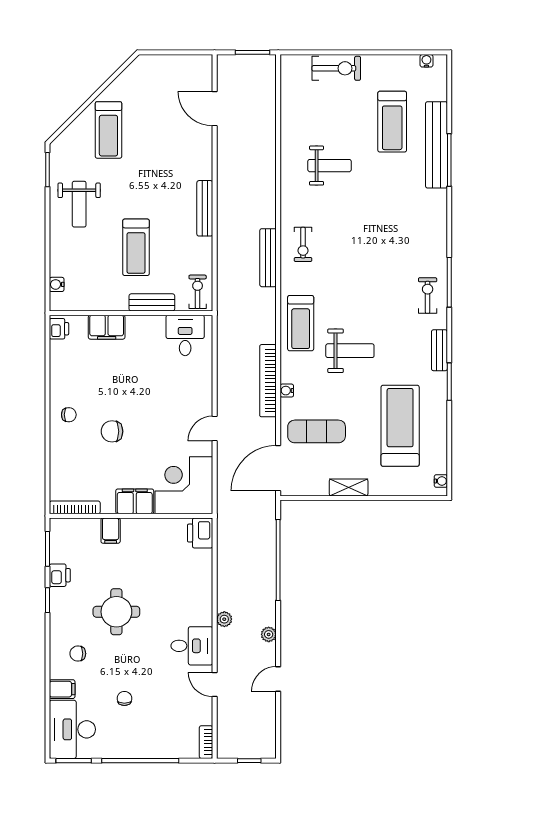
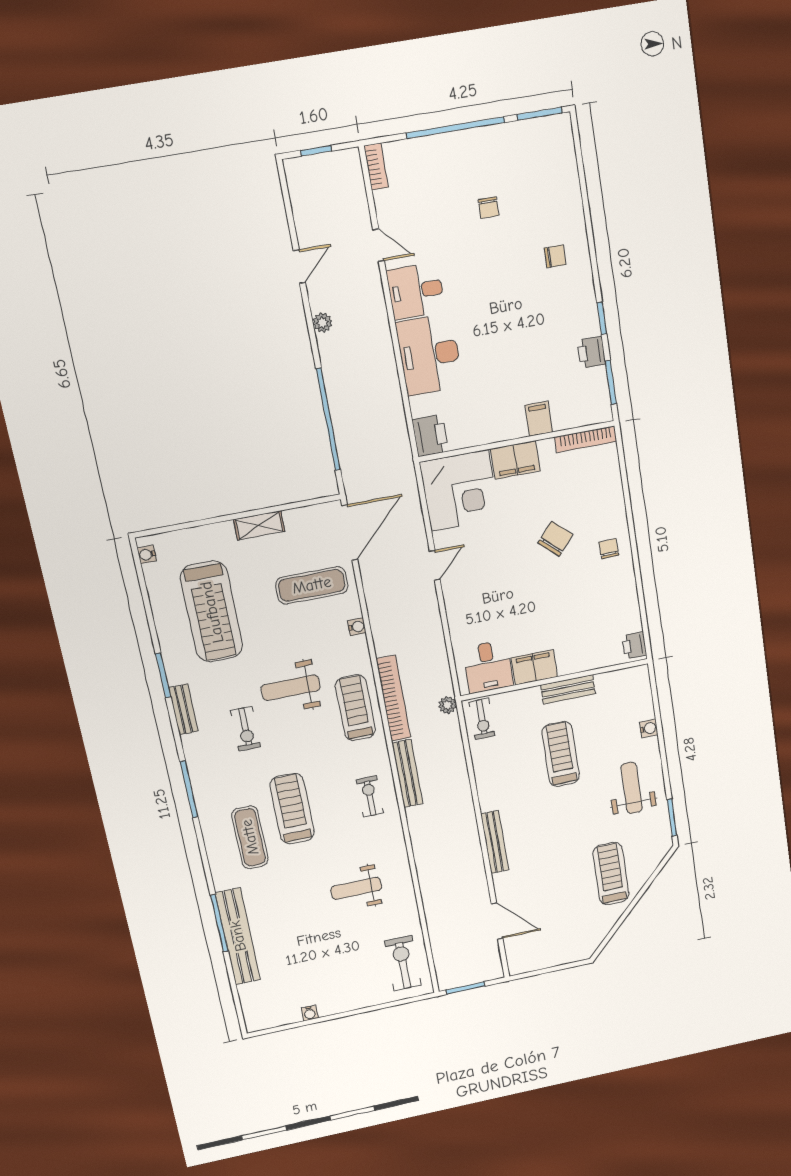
water cooler: (426, 61) -> (310, 1013), moved
exercise bike: (336, 68) -> (403, 963), moved, turned 90
treadmill: (392, 122) -> (292, 809), moved
bench: (205, 208) -> (495, 842), moved
exercise mat: (409, 230) -> (250, 837), added
water cooler: (57, 284) -> (649, 728), moved
exercise bike: (428, 296) -> (245, 729), moved
bench: (152, 302) -> (568, 689), moved
filing cabinet: (107, 327) -> (534, 667), moved
bookcase: (268, 381) -> (393, 698), moved
chair: (69, 415) -> (609, 549), turned 88
chair: (112, 431) -> (555, 539), turned -48
round table: (116, 612) -> (516, 318), removed
plant: (224, 619) -> (448, 705), moved
filing cabinet: (62, 689) -> (568, 207), removed
desk: (72, 729) -> (429, 355), moved, turned 180

